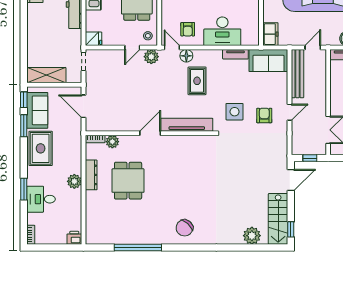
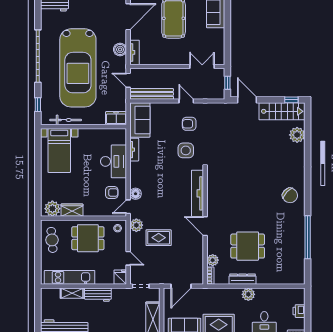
door: (132, 48) -> (128, 258), moved
rug: (197, 81) -> (159, 238), moved
printer: (74, 238) -> (299, 311), moved

